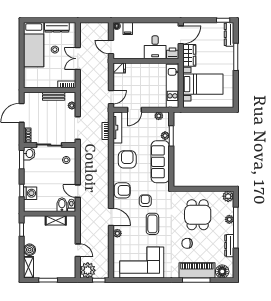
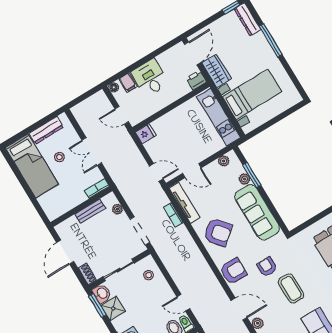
desk: (155, 47) -> (150, 78), moved, turned 180
door: (111, 97) -> (156, 172), hinge flipped
door: (135, 110) -> (192, 171), hinge flipped
armchair: (127, 159) -> (218, 232), turned 140
shower: (31, 168) -> (113, 308), added

